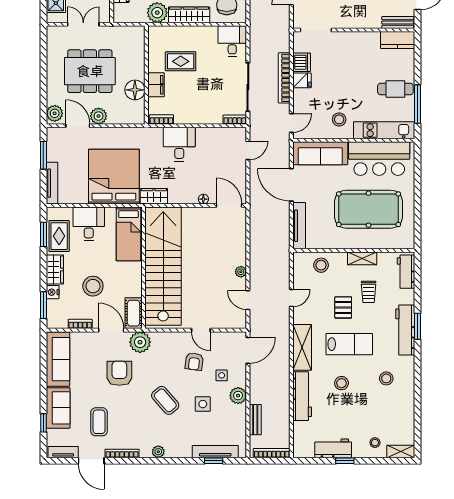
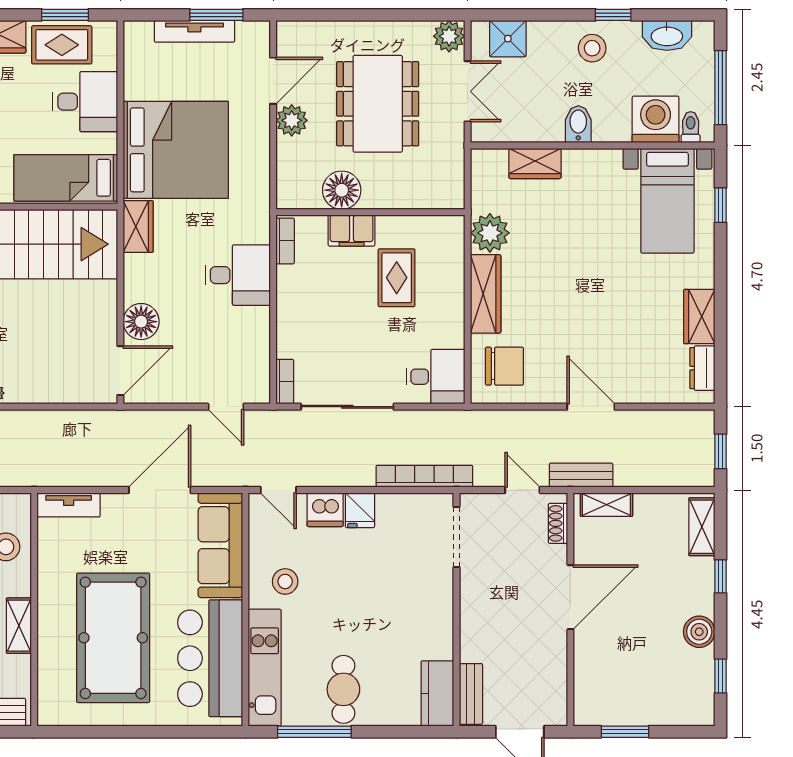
dishwasher: (302, 62) -> (325, 510), moved
bookcase: (284, 78) -> (424, 476), moved
plant: (55, 113) -> (449, 36), moved
tv unit: (52, 183) -> (194, 31), moved
floor lamp: (203, 199) -> (141, 322), width x1.89, depth x1.89
tv unit: (299, 226) -> (69, 505), width x0.71

